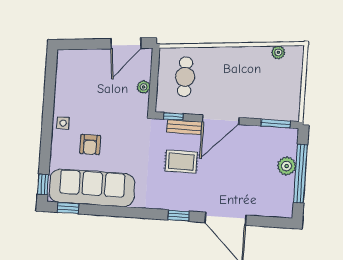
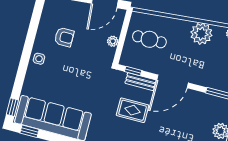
plant: (243, 59) -> (201, 34), added
cafe table: (185, 77) -> (149, 39), turned 90
armchair: (90, 145) -> (64, 37), moved, turned -90

